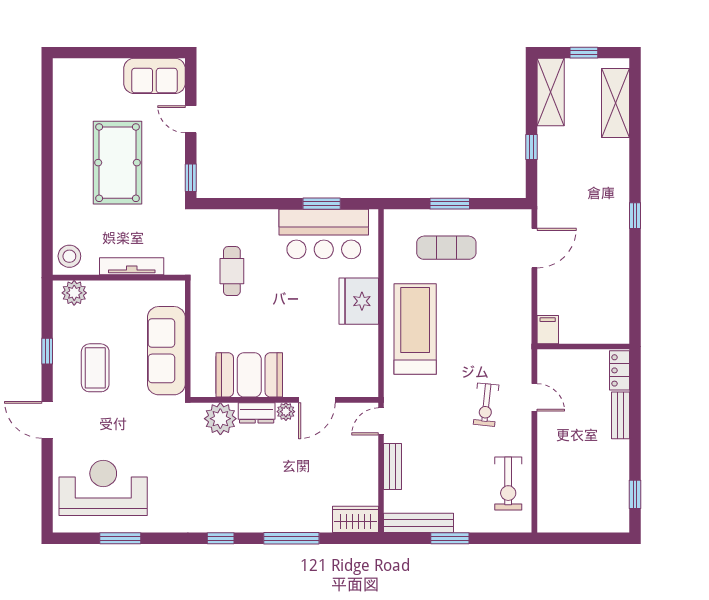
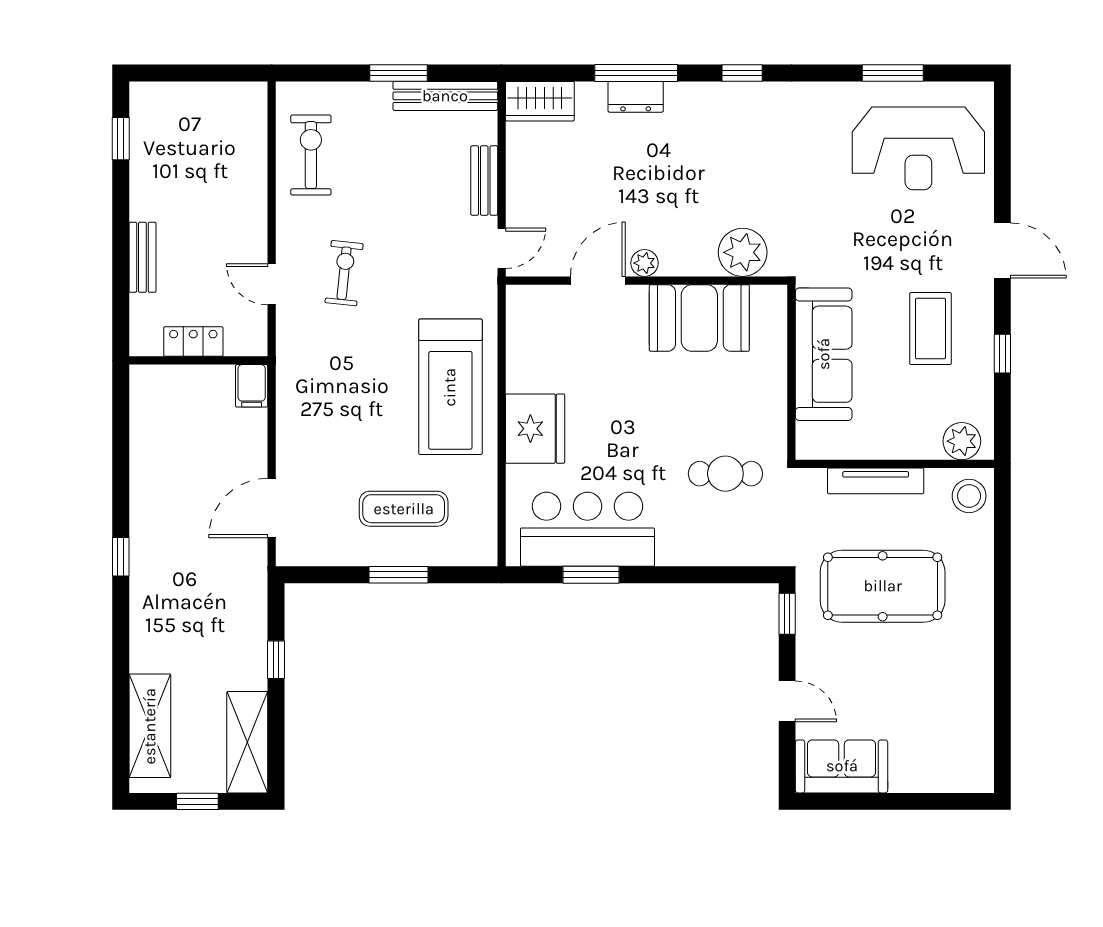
pool table: (118, 163) -> (883, 586), moved, turned 90
cafe table: (232, 271) -> (725, 474), turned 90
locker: (619, 370) -> (193, 342), moved, turned -90
dresser: (257, 413) -> (636, 97), moved, turned 180

